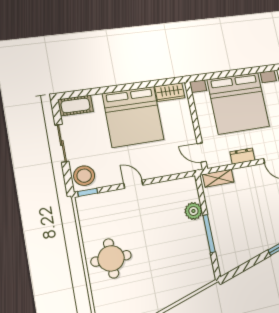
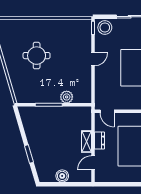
door: (202, 153) -> (107, 111), swing flipped
shelving: (218, 178) -> (87, 142), moved
round table: (111, 258) -> (37, 56), moved

